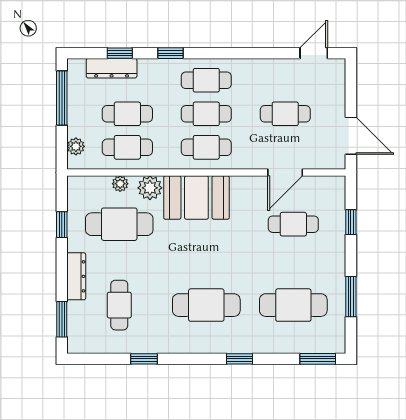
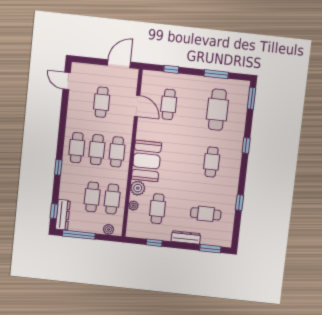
window: (120, 53) -> (54, 211), moved
dresser: (112, 68) -> (63, 215), moved
cafe table: (119, 224) -> (158, 209), width x0.73, depth x0.74
cafe table: (206, 305) -> (212, 162), width x0.73, depth x0.74

